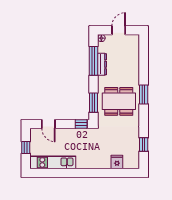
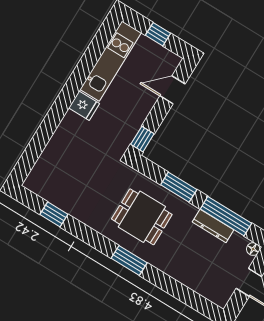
dining table: (119, 101) -> (142, 217), width x0.73
window: (94, 103) -> (179, 187), moved
fridge: (117, 162) -> (84, 106), moved

